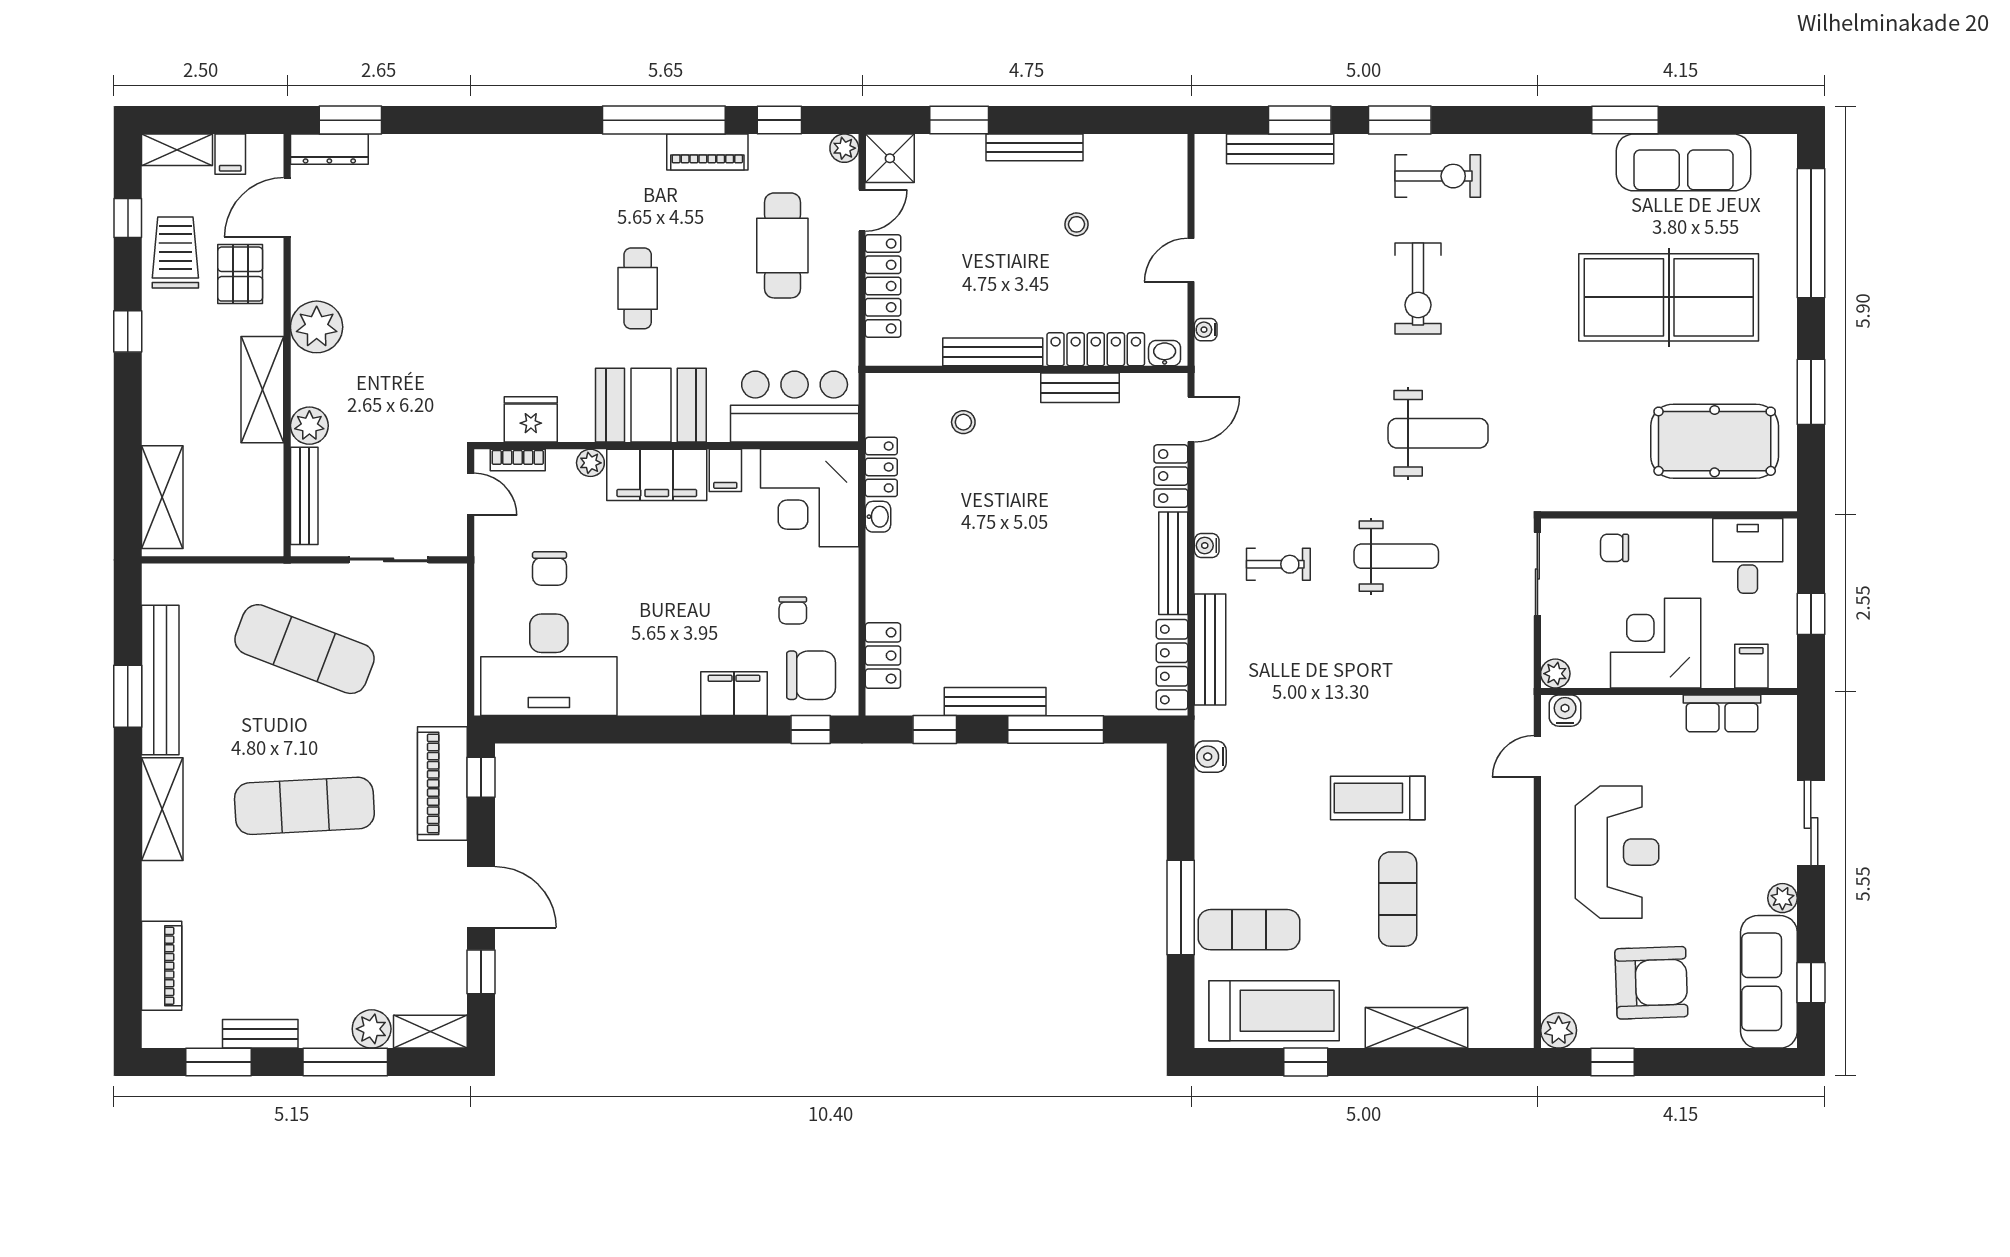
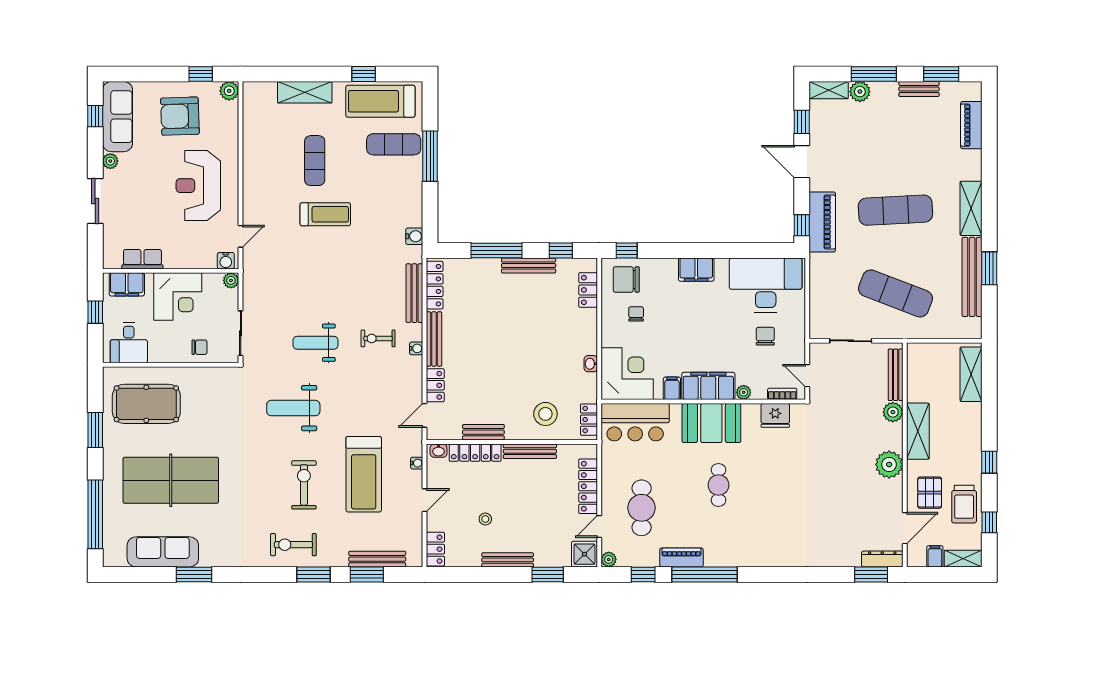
locker: (1171, 168) -> (435, 549), added
treadmill: (1306, 309) -> (364, 474), added
stool: (963, 422) -> (545, 414), width x1.89, depth x1.89
locker: (881, 467) -> (589, 420), moved
filing cabinet: (1751, 666) -> (127, 284), width x2.00
filing cabinet: (734, 694) -> (696, 270), moved

